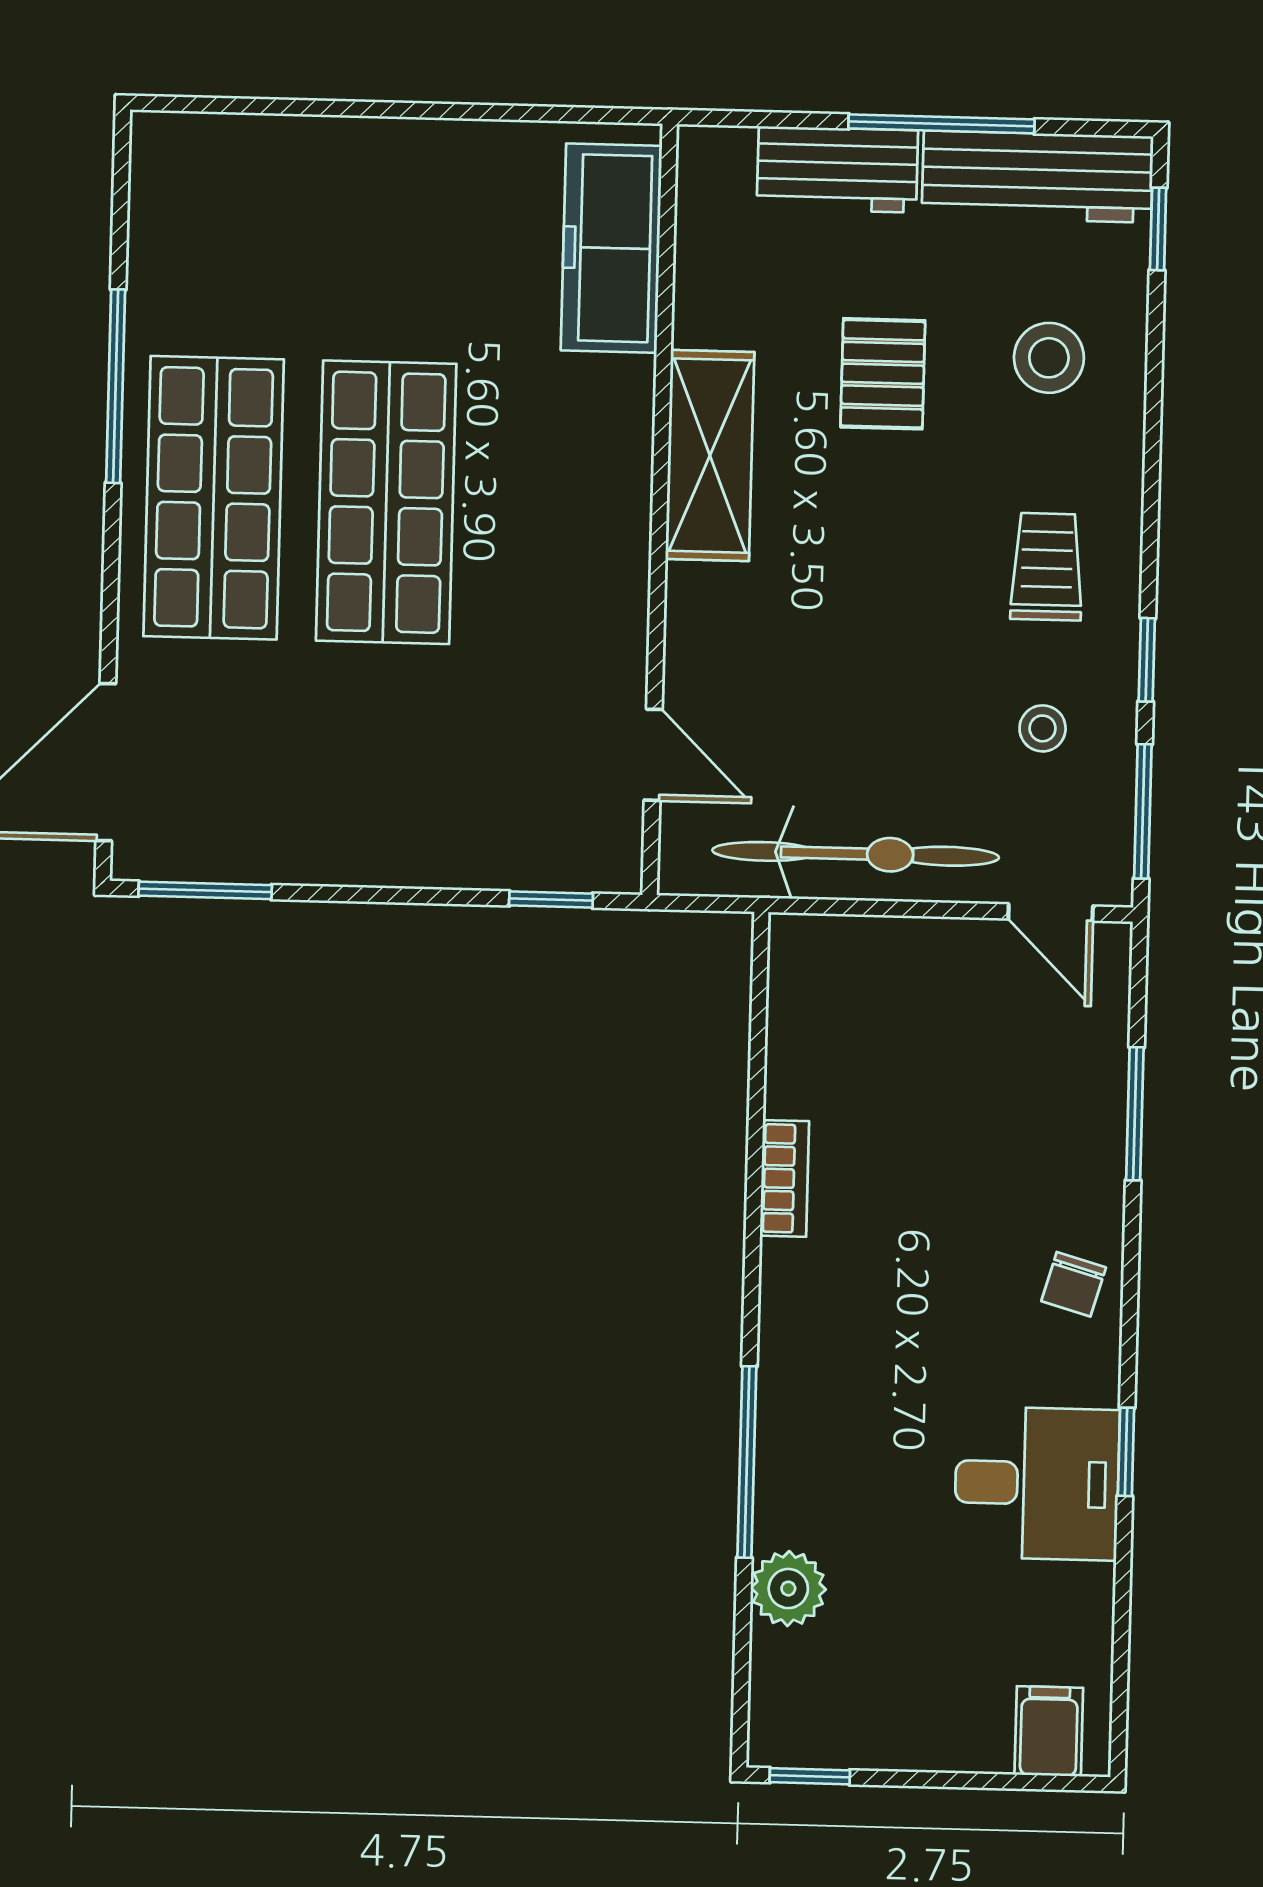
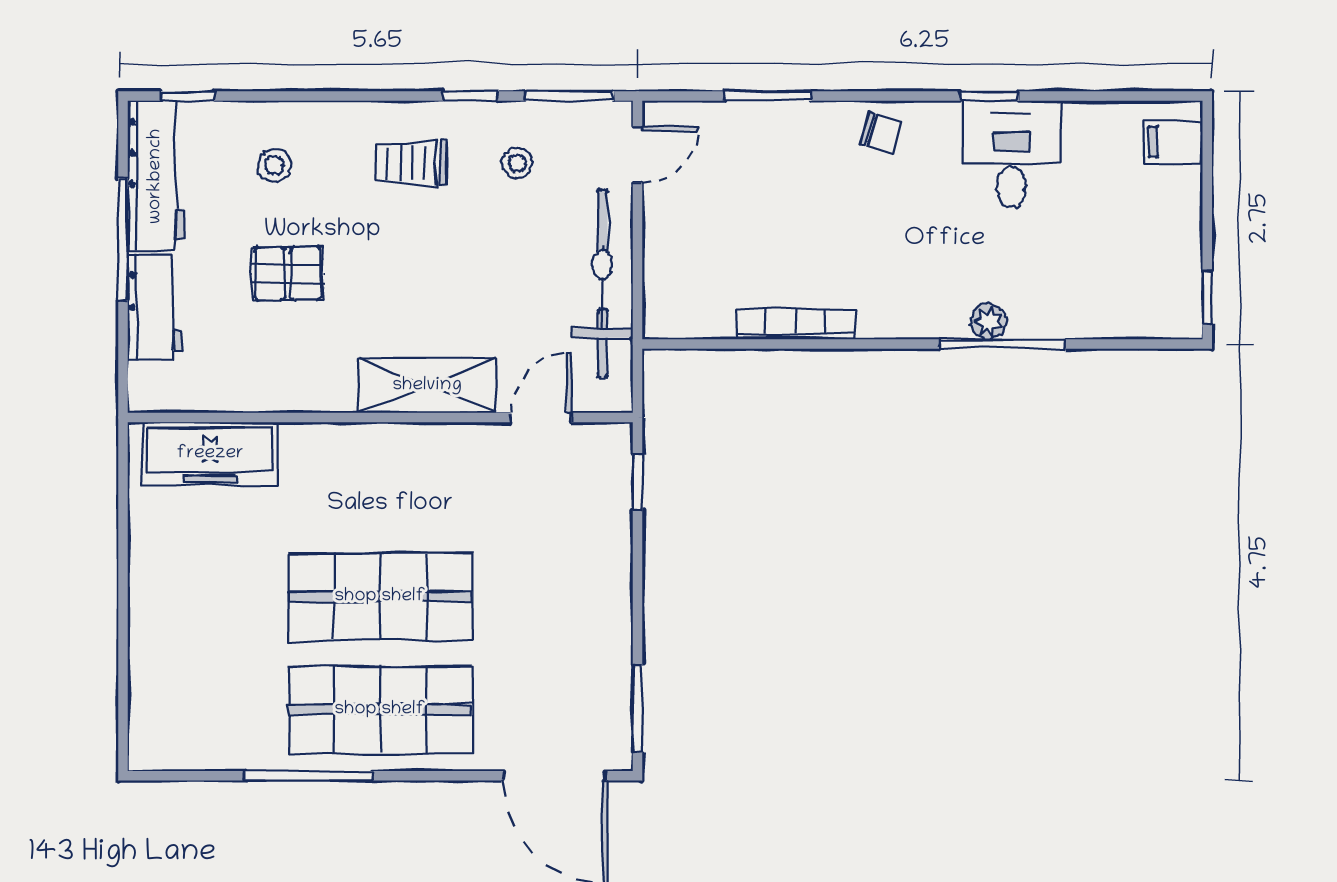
stool: (1049, 358) -> (274, 165), width x0.73, depth x0.73
shelving: (710, 456) -> (427, 386), moved
bookcase: (785, 1178) -> (795, 324), width x1.56
plant: (788, 1589) -> (989, 321), moved, width x0.73, depth x0.73

